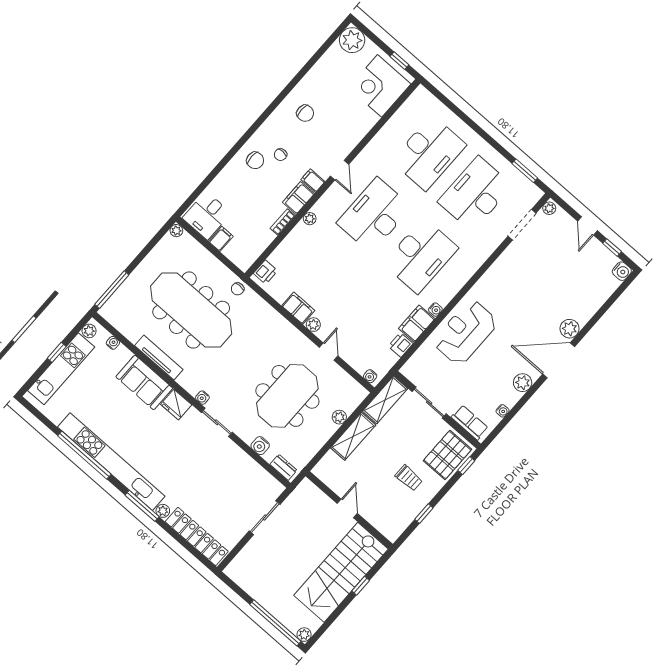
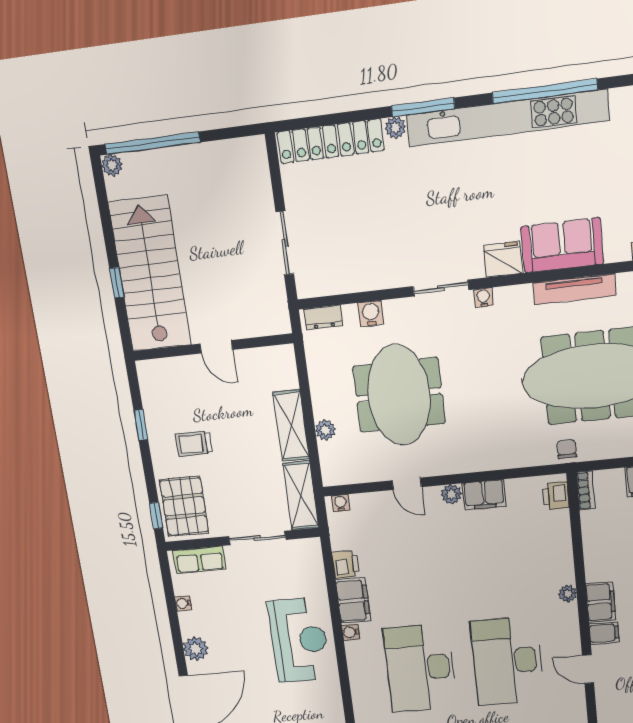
desk: (374, 215) -> (507, 661), turned 180
bookcase: (283, 222) -> (586, 491), moved

